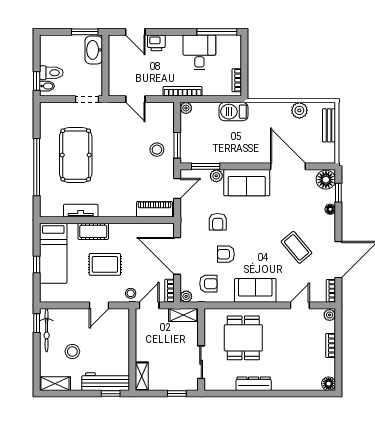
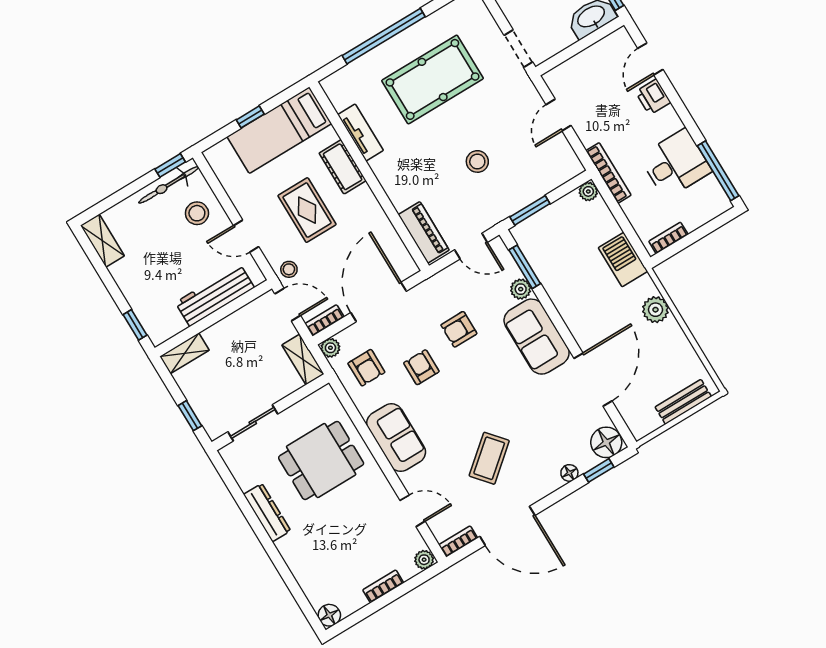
plant: (299, 110) -> (655, 310), moved
stool: (157, 150) -> (477, 161), moved
stool: (72, 352) -> (197, 213), moved
workbench: (106, 382) -> (215, 295), moved, turned -90

